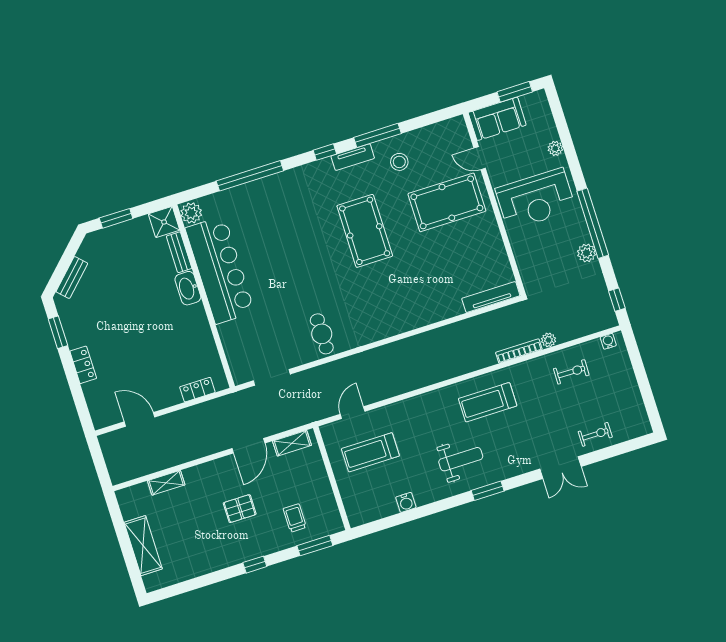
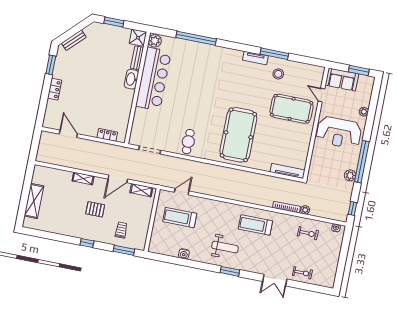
window: (325, 152) -> (242, 47), removed
pool table: (365, 231) -> (238, 135), moved, width x1.36, depth x1.32
shelving: (166, 483) -> (83, 178), moved

